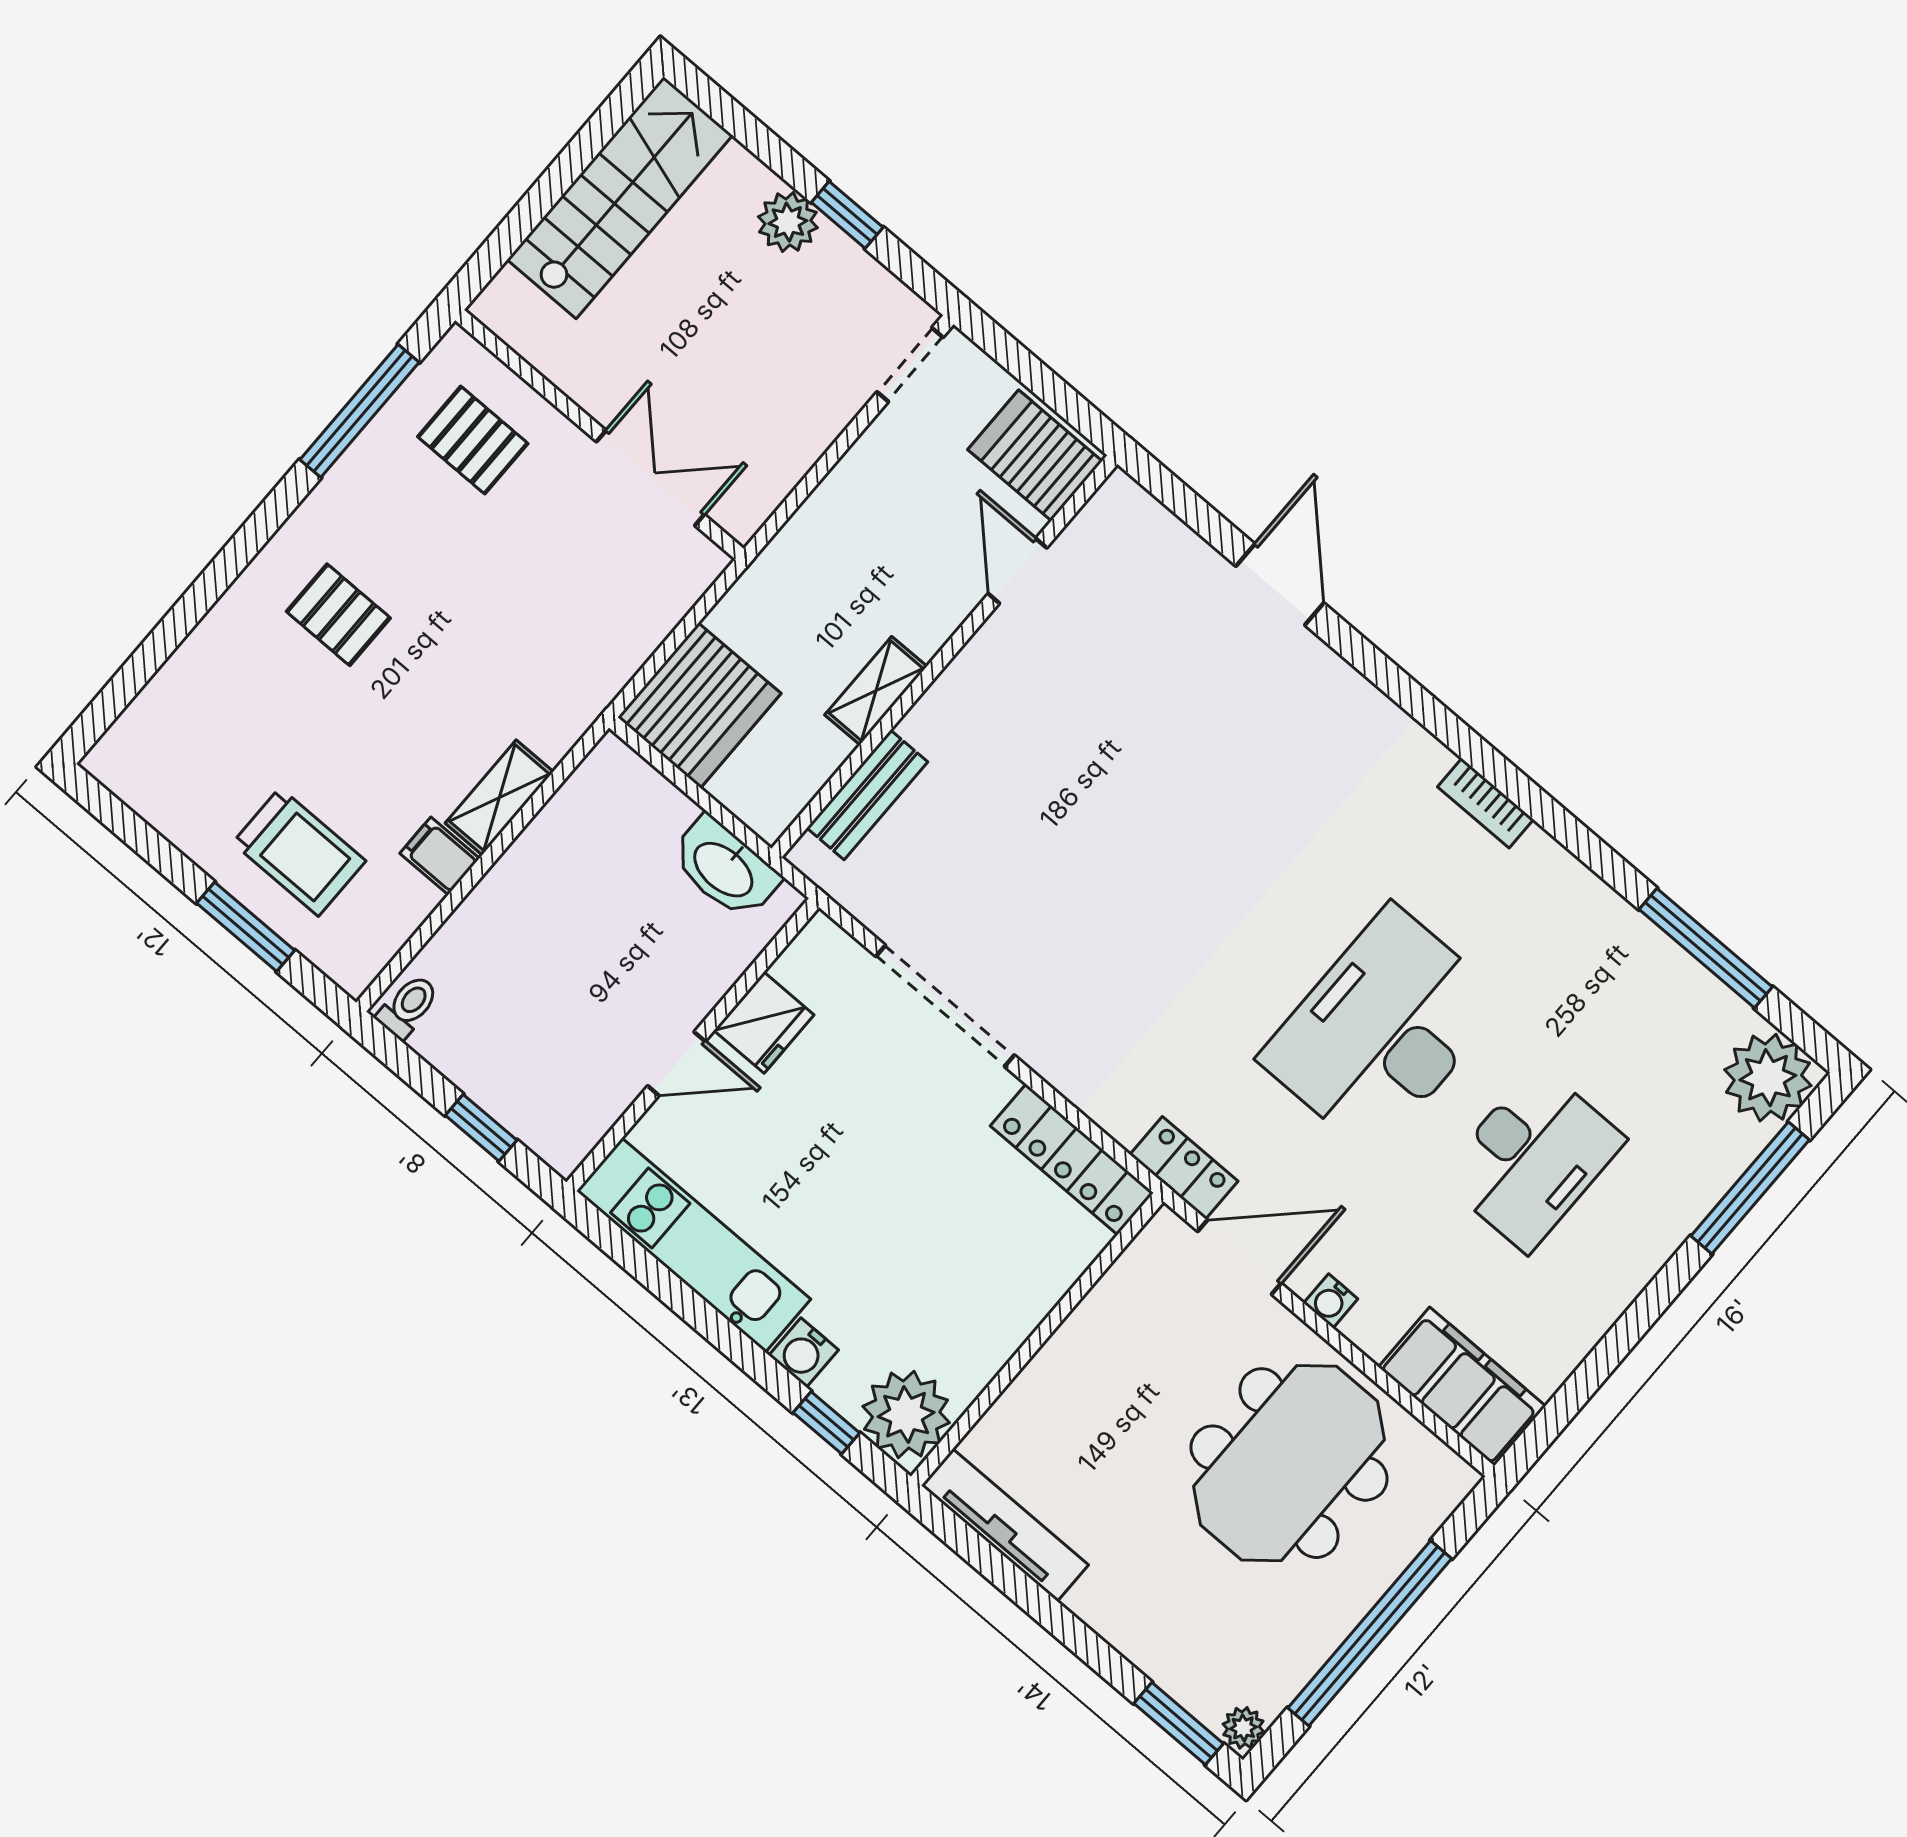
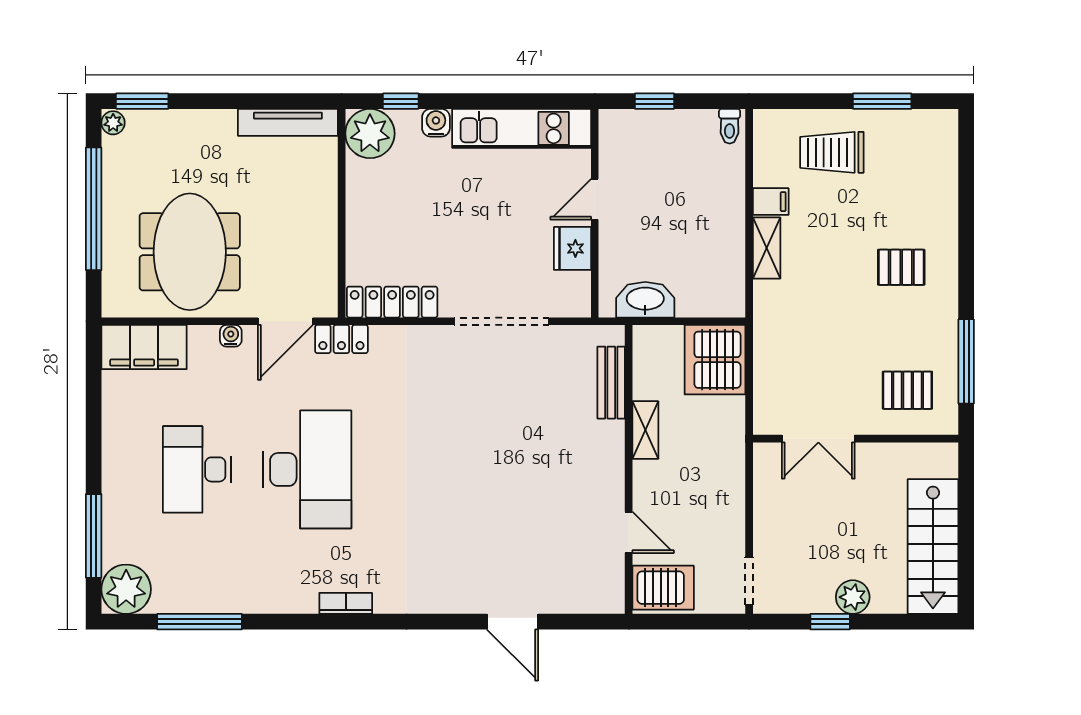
window: (246, 927) -> (882, 101), moved

